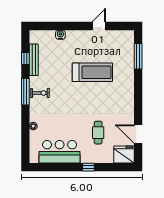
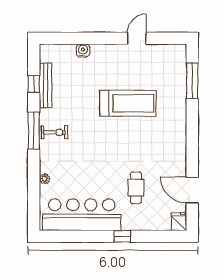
bar counter: (60, 152) -> (82, 215), width x1.36
fridge: (124, 154) -> (179, 222), width x0.53, depth x0.75

